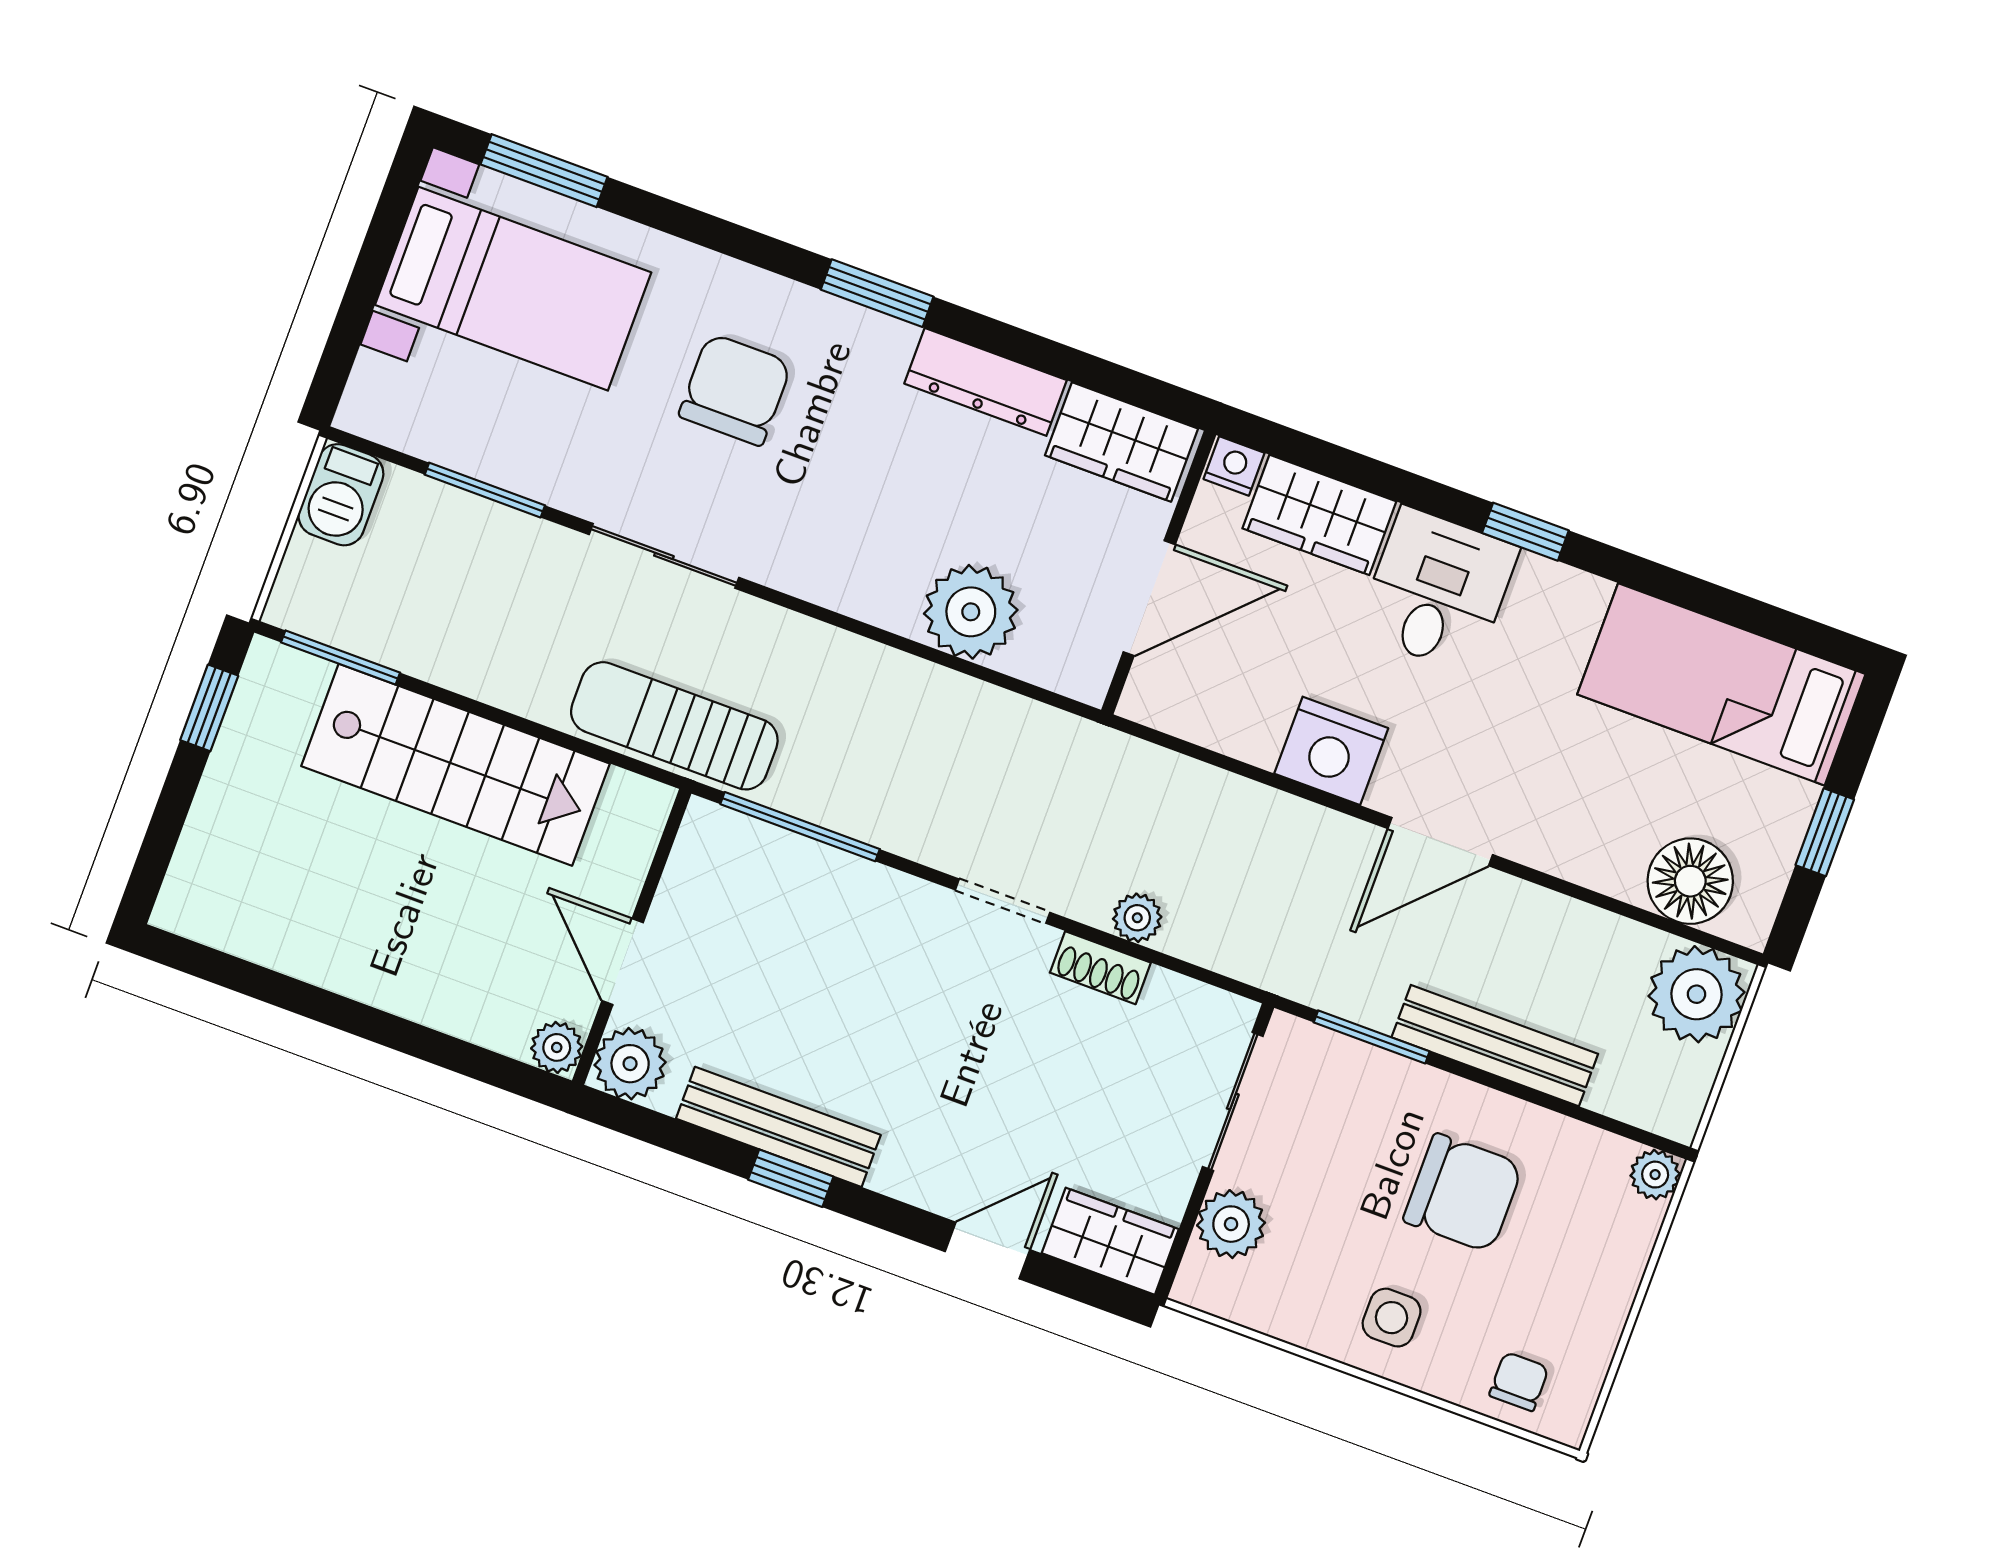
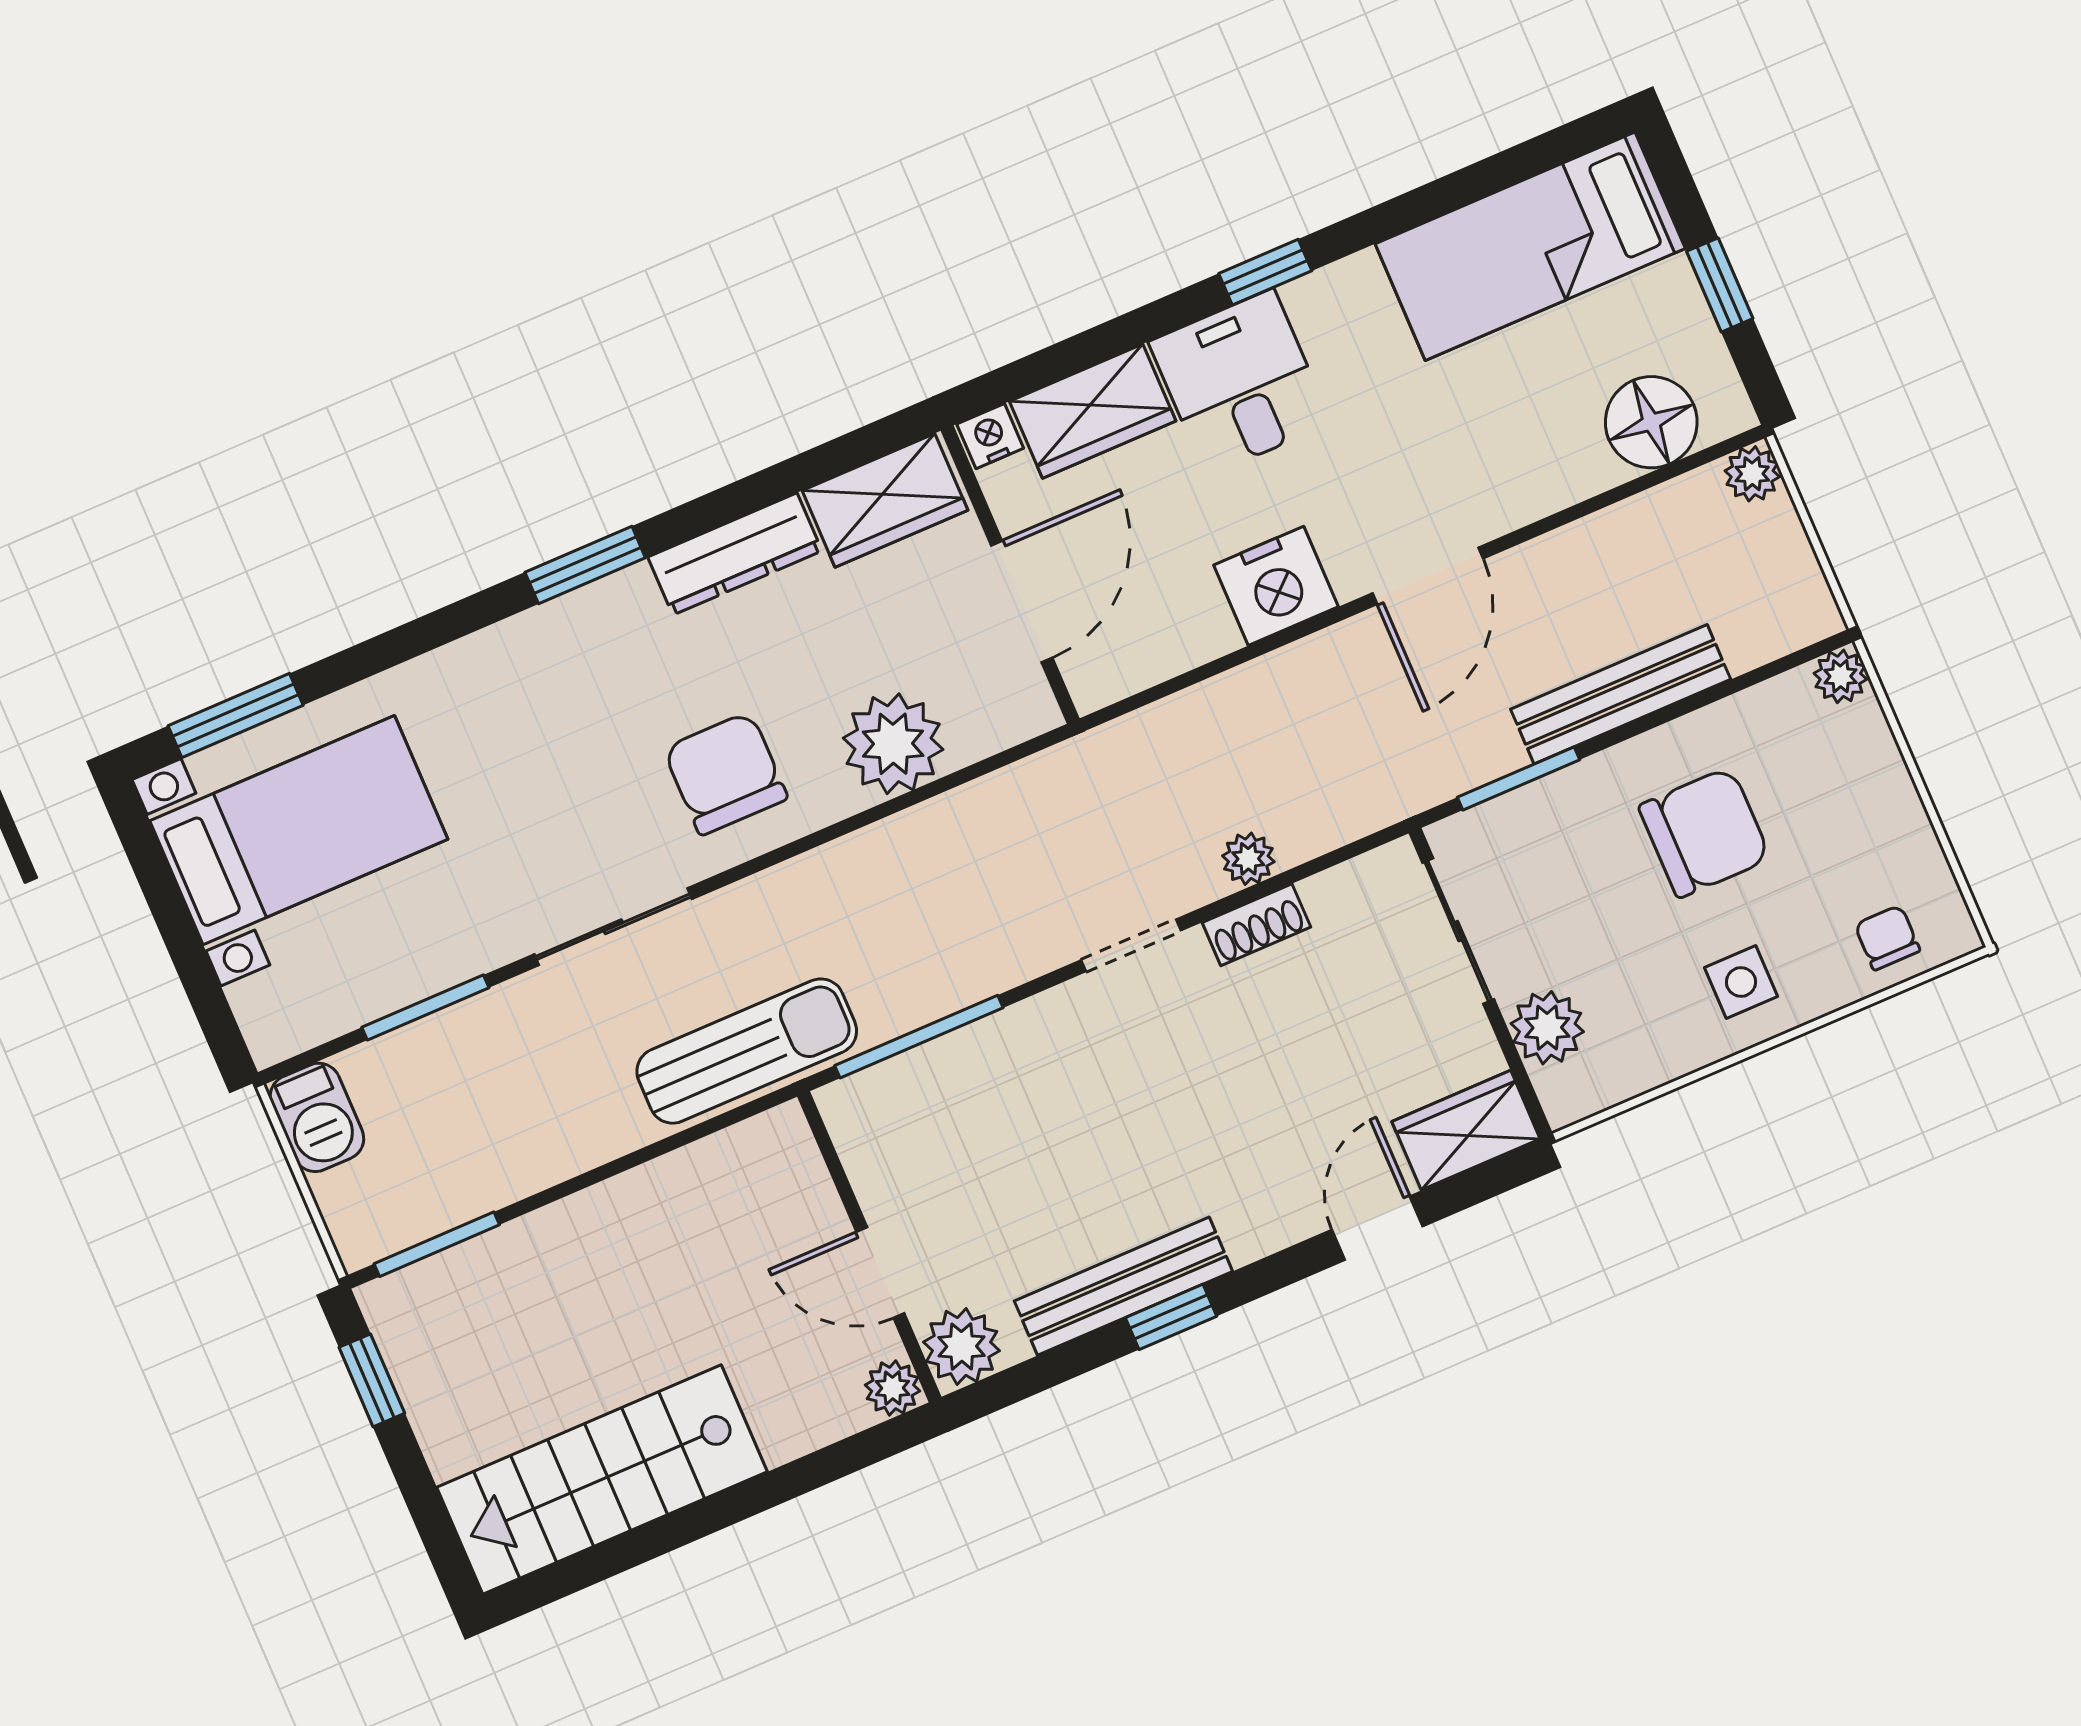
chair: (735, 390) -> (725, 773), moved
sun lounger: (674, 726) -> (747, 1051), turned 180
stairs: (455, 765) -> (602, 1479), moved, turned 180
plant: (1697, 994) -> (1752, 474), width x0.53, depth x0.53

